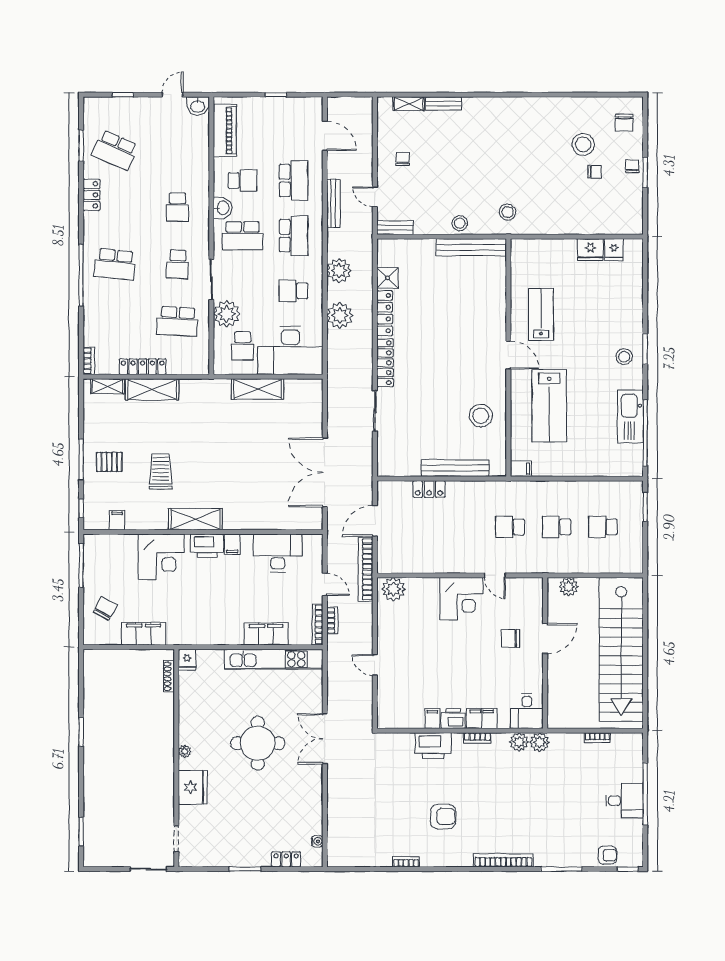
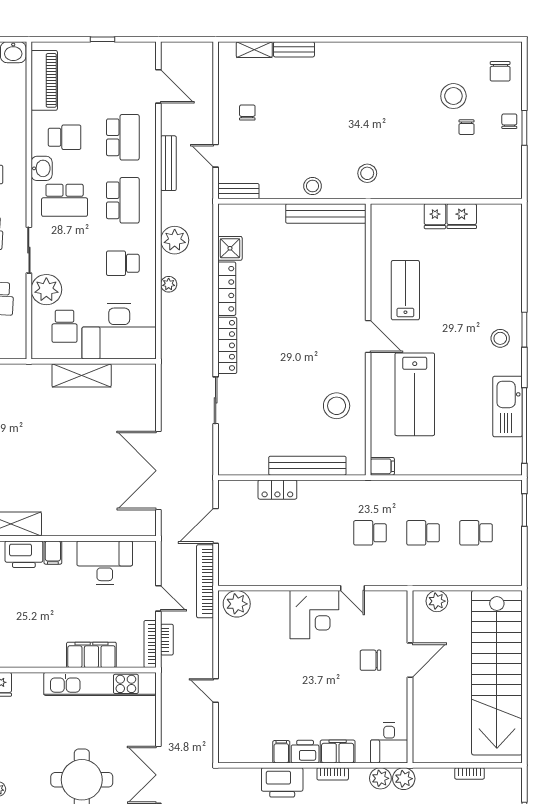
chair: (595, 172) -> (467, 127), turned 90
fridge: (614, 250) -> (435, 216), moved
plant: (340, 315) -> (169, 284), width x0.53, depth x0.53

